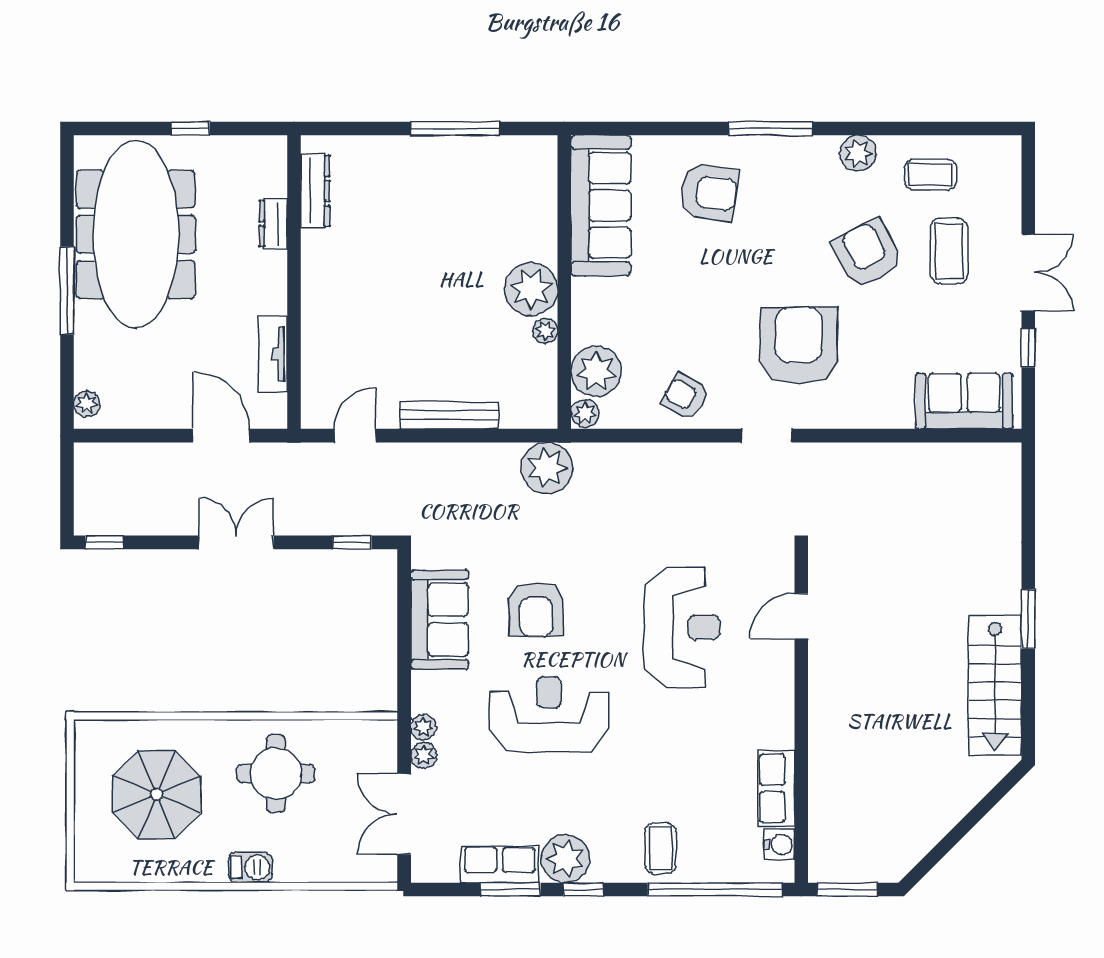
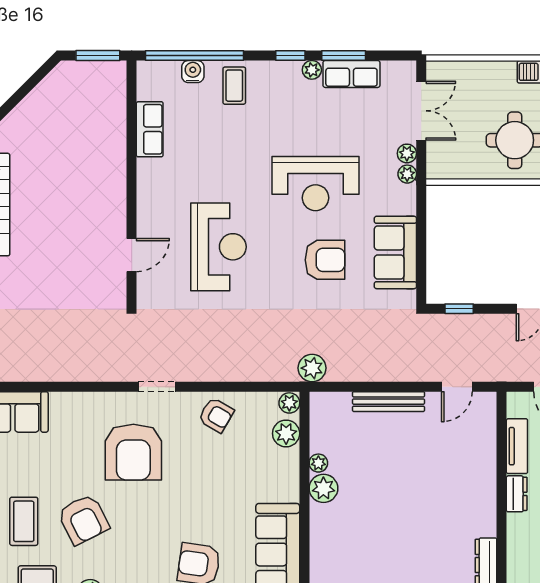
dresser: (273, 224) -> (517, 494), moved
plant: (531, 289) -> (323, 488), width x0.73, depth x0.73
plant: (596, 371) -> (286, 433), width x0.73, depth x0.73
plant: (547, 468) -> (312, 368), width x0.73, depth x0.73
armchair: (536, 610) -> (325, 260), turned 90
reception desk: (682, 627) -> (218, 247), turned 180
water cooler: (779, 844) -> (193, 72), moved, turned 90
plant: (565, 859) -> (312, 70), width x0.53, depth x0.53

